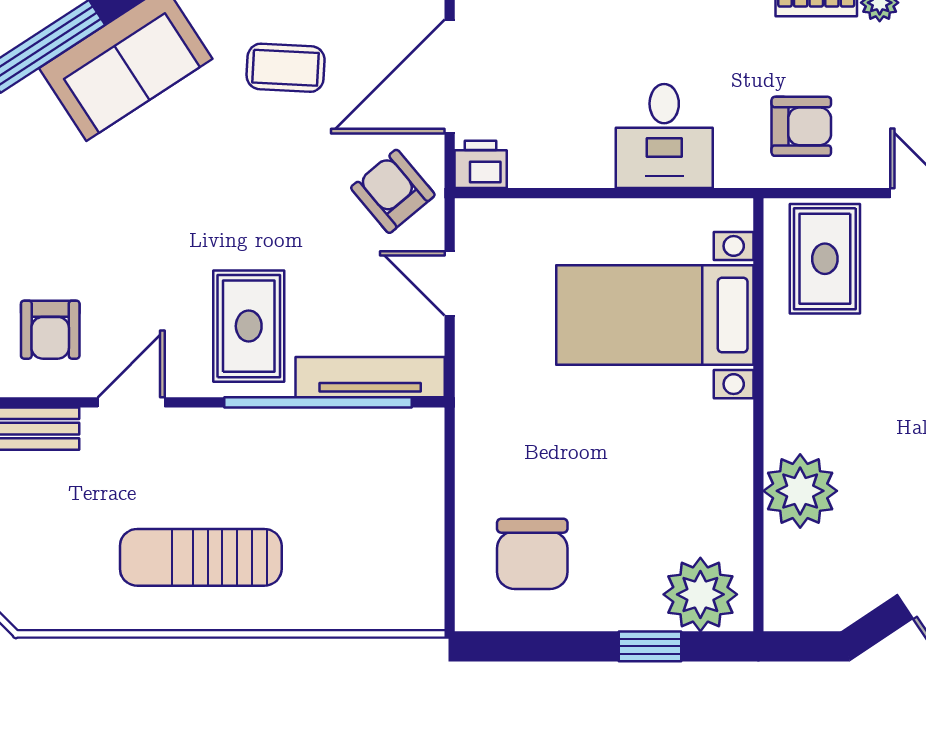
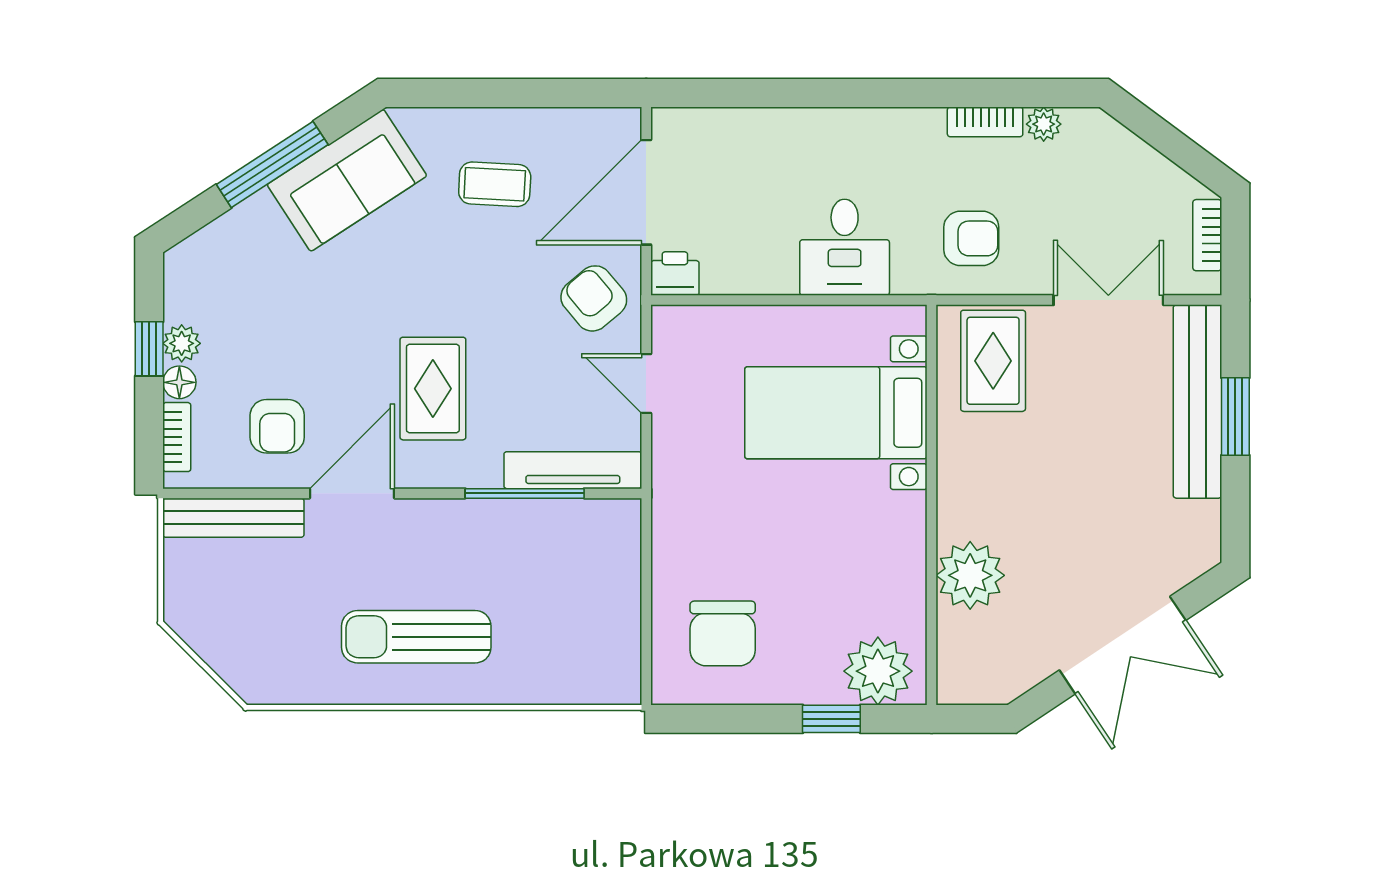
rug: (249, 326) -> (433, 389), moved
door: (131, 402) -> (352, 493), width x1.38
window: (318, 402) -> (525, 493), width x0.68

